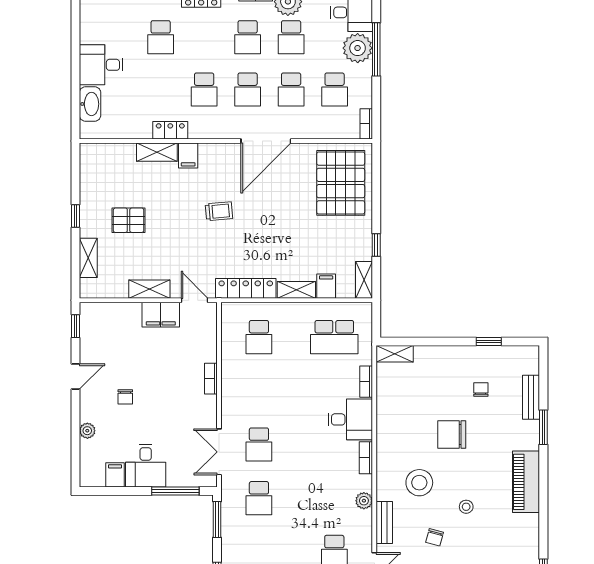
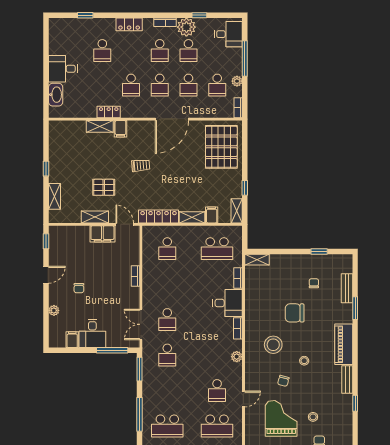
plant: (358, 48) -> (237, 81), moved, width x0.53, depth x0.53
pallet: (129, 220) -> (104, 187), moved
bench: (384, 523) -> (347, 380), moved

